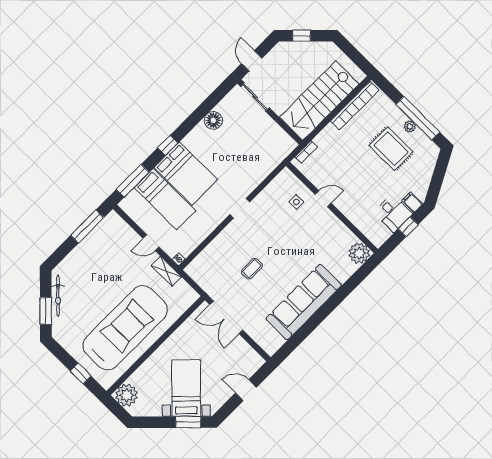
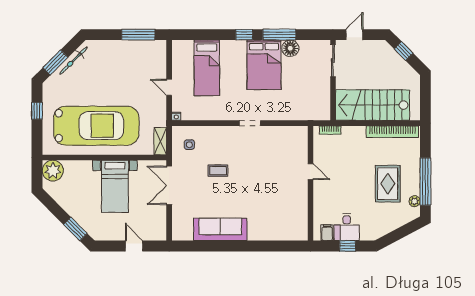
plant: (410, 127) -> (415, 201), moved
bed: (186, 173) -> (264, 65), moved
window: (133, 181) -> (279, 35), moved
side table: (296, 202) -> (189, 145), moved
filing cabinet: (412, 202) -> (327, 233), moved
plant: (359, 253) -> (298, 231), removed
shelving: (166, 271) -> (160, 141), moved
sofa: (304, 302) -> (220, 229), width x0.74, depth x0.79
window: (81, 374) -> (37, 111), moved
bed with nightstands: (186, 388) -> (115, 186), moved, turned 135

